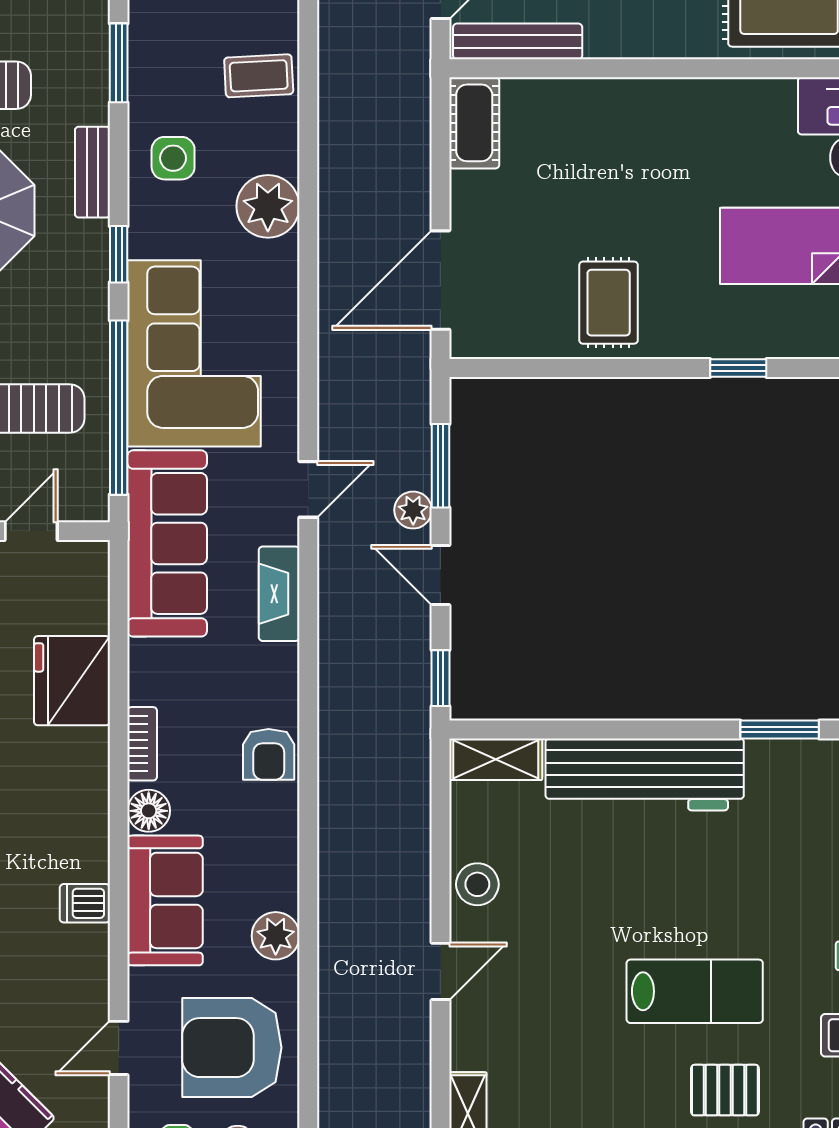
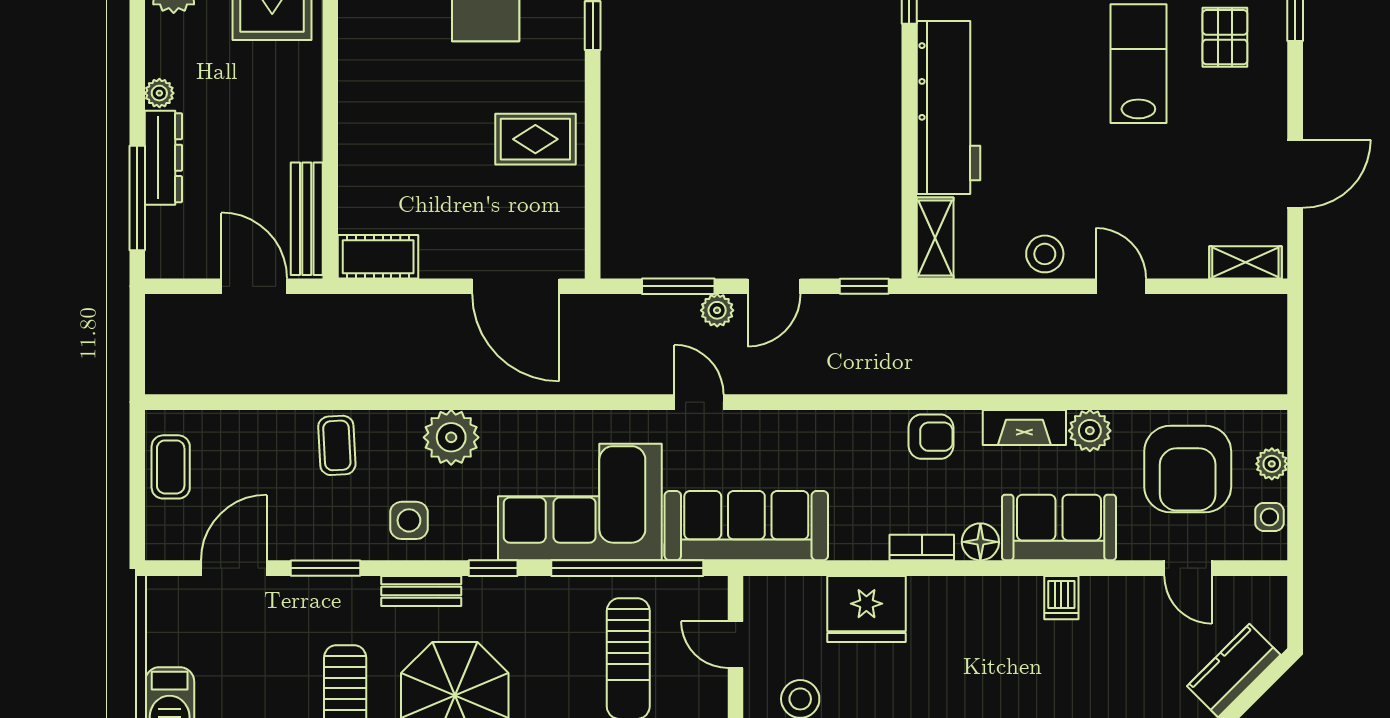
fireplace: (279, 594) -> (1024, 428), moved

